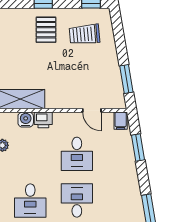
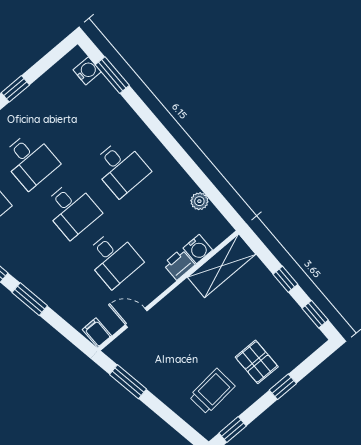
window: (138, 147) -> (30, 299), moved
desk: (77, 154) -> (113, 259), turned 180
desk: (30, 201) -> (121, 168), turned 180

